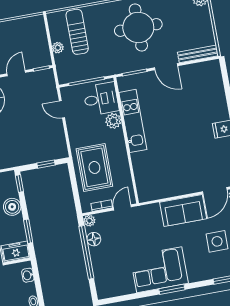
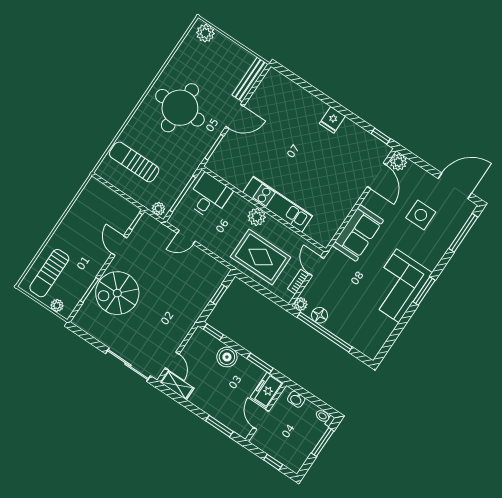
plant: (58, 48) -> (158, 209), moved
plant: (113, 121) -> (257, 217), moved
kitchen unit: (133, 121) -> (278, 204), moved
sofa: (183, 210) -> (358, 233), moved

